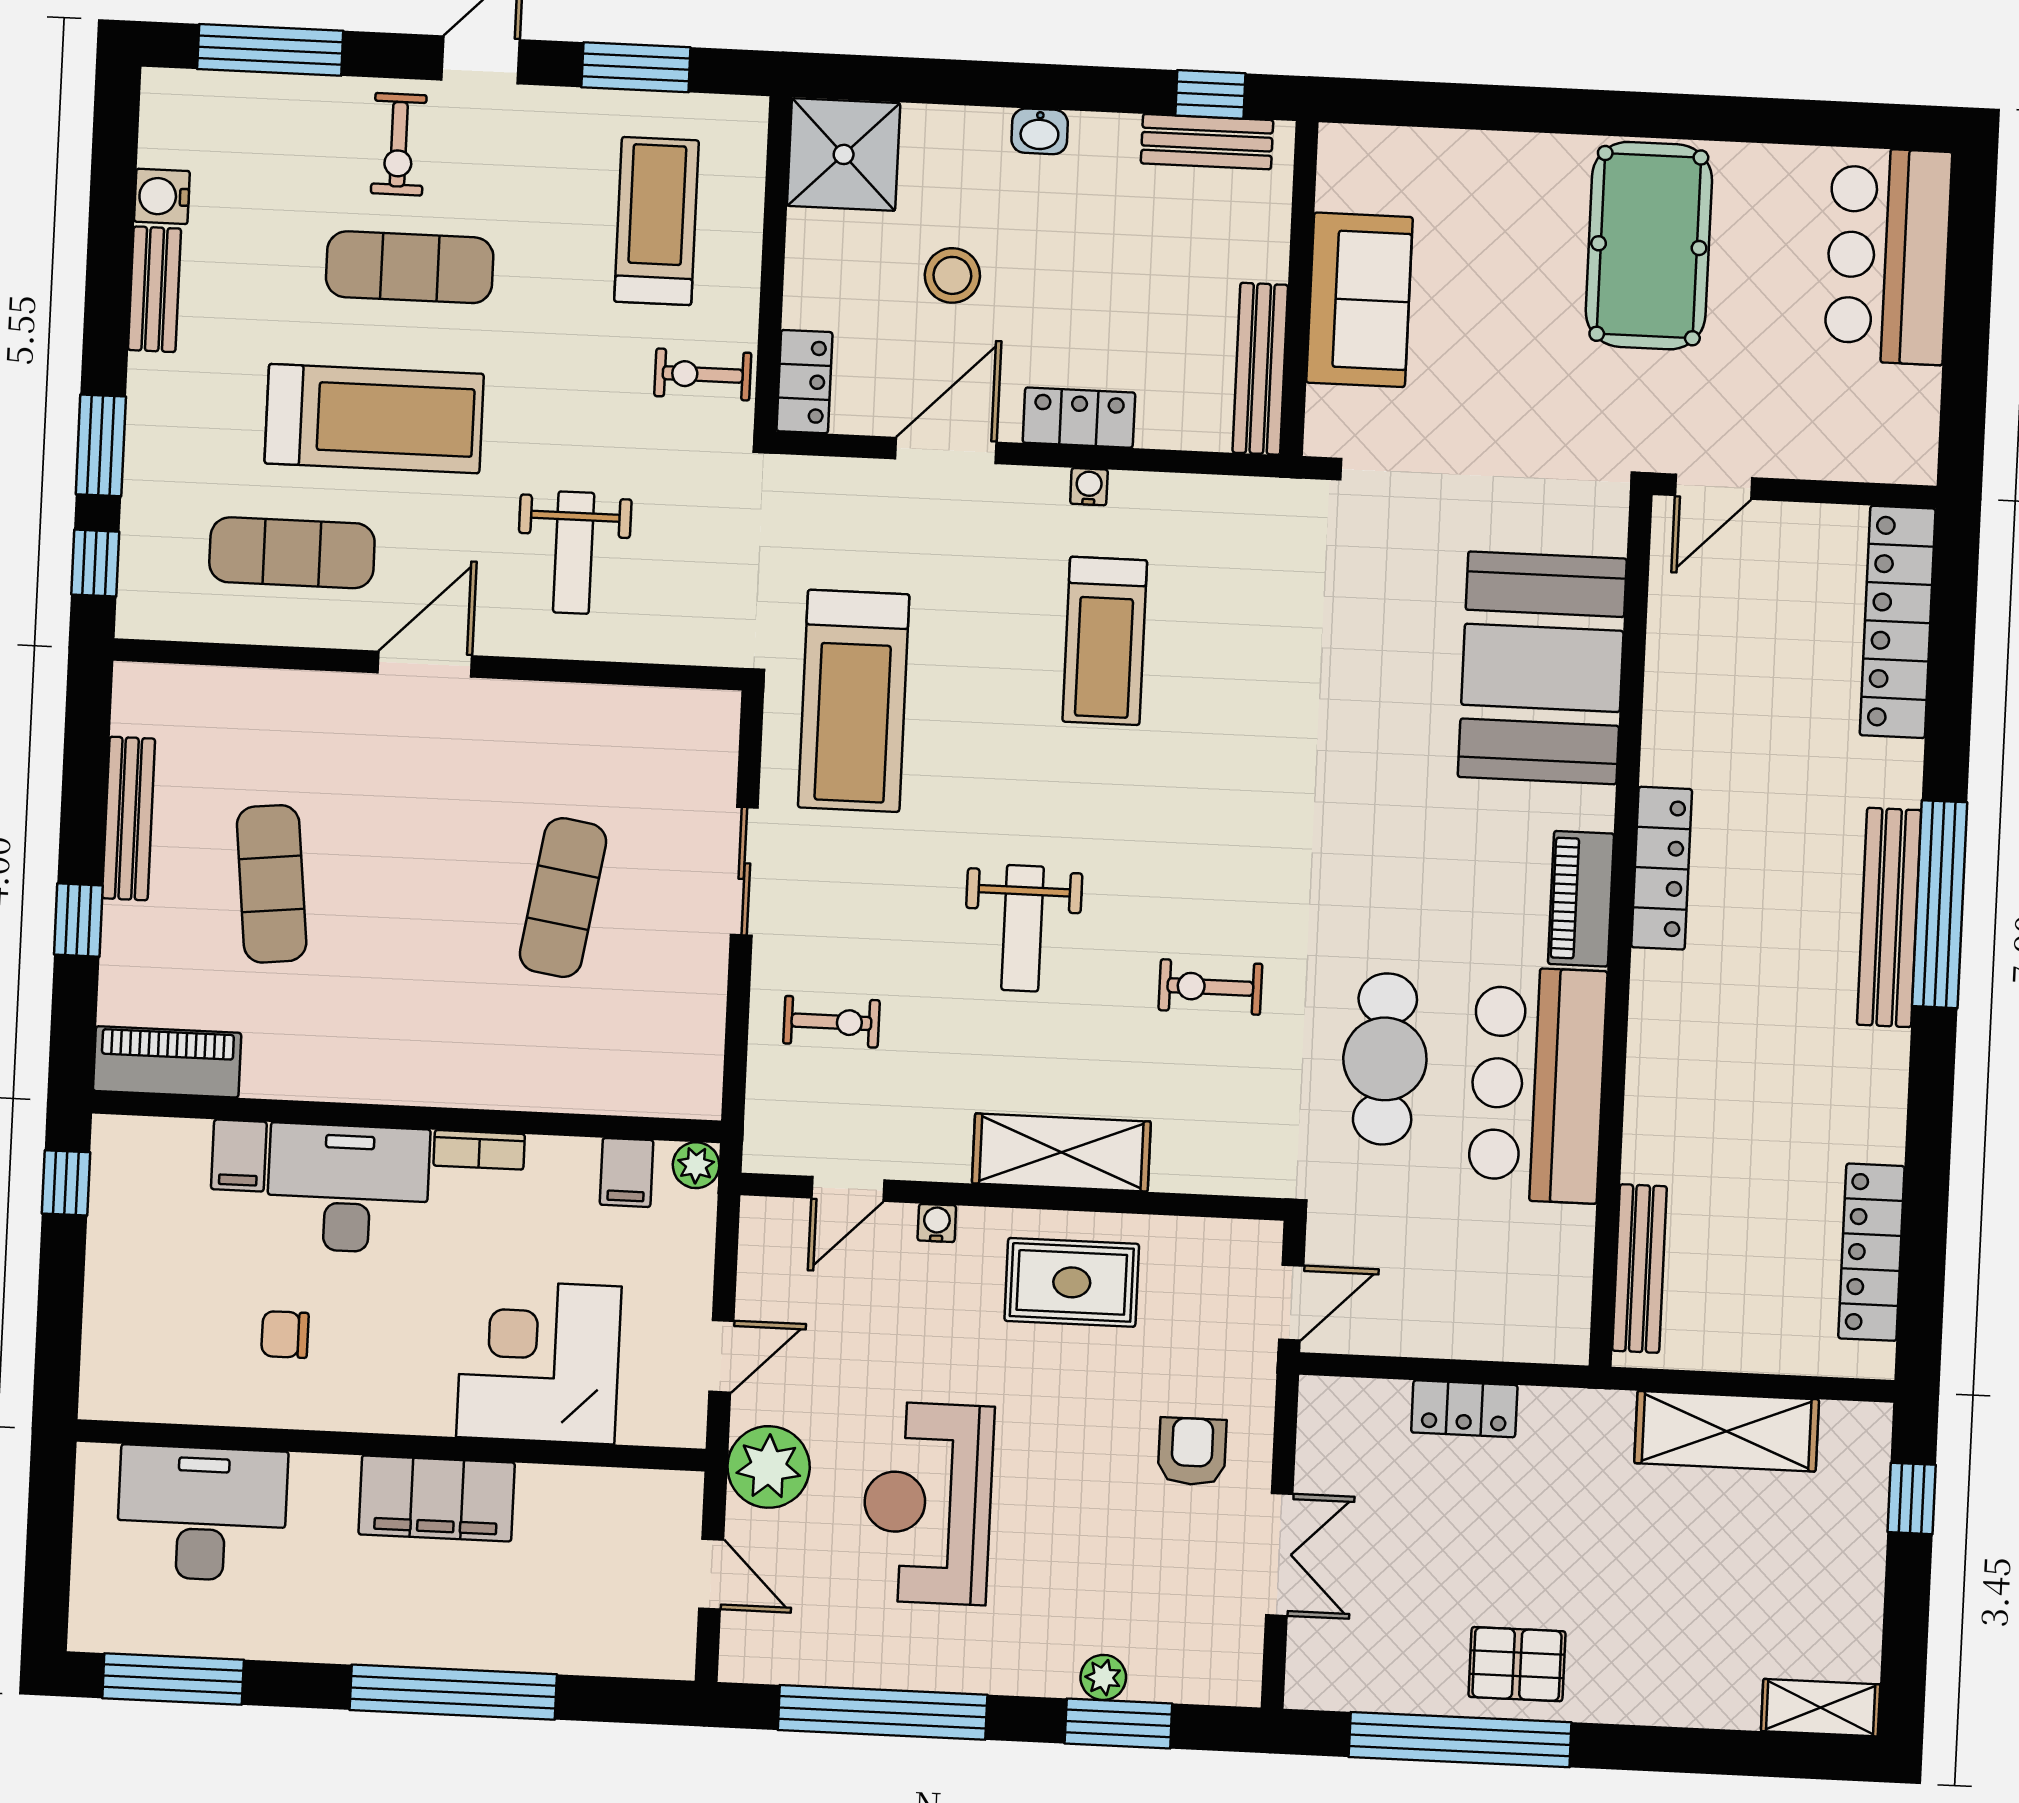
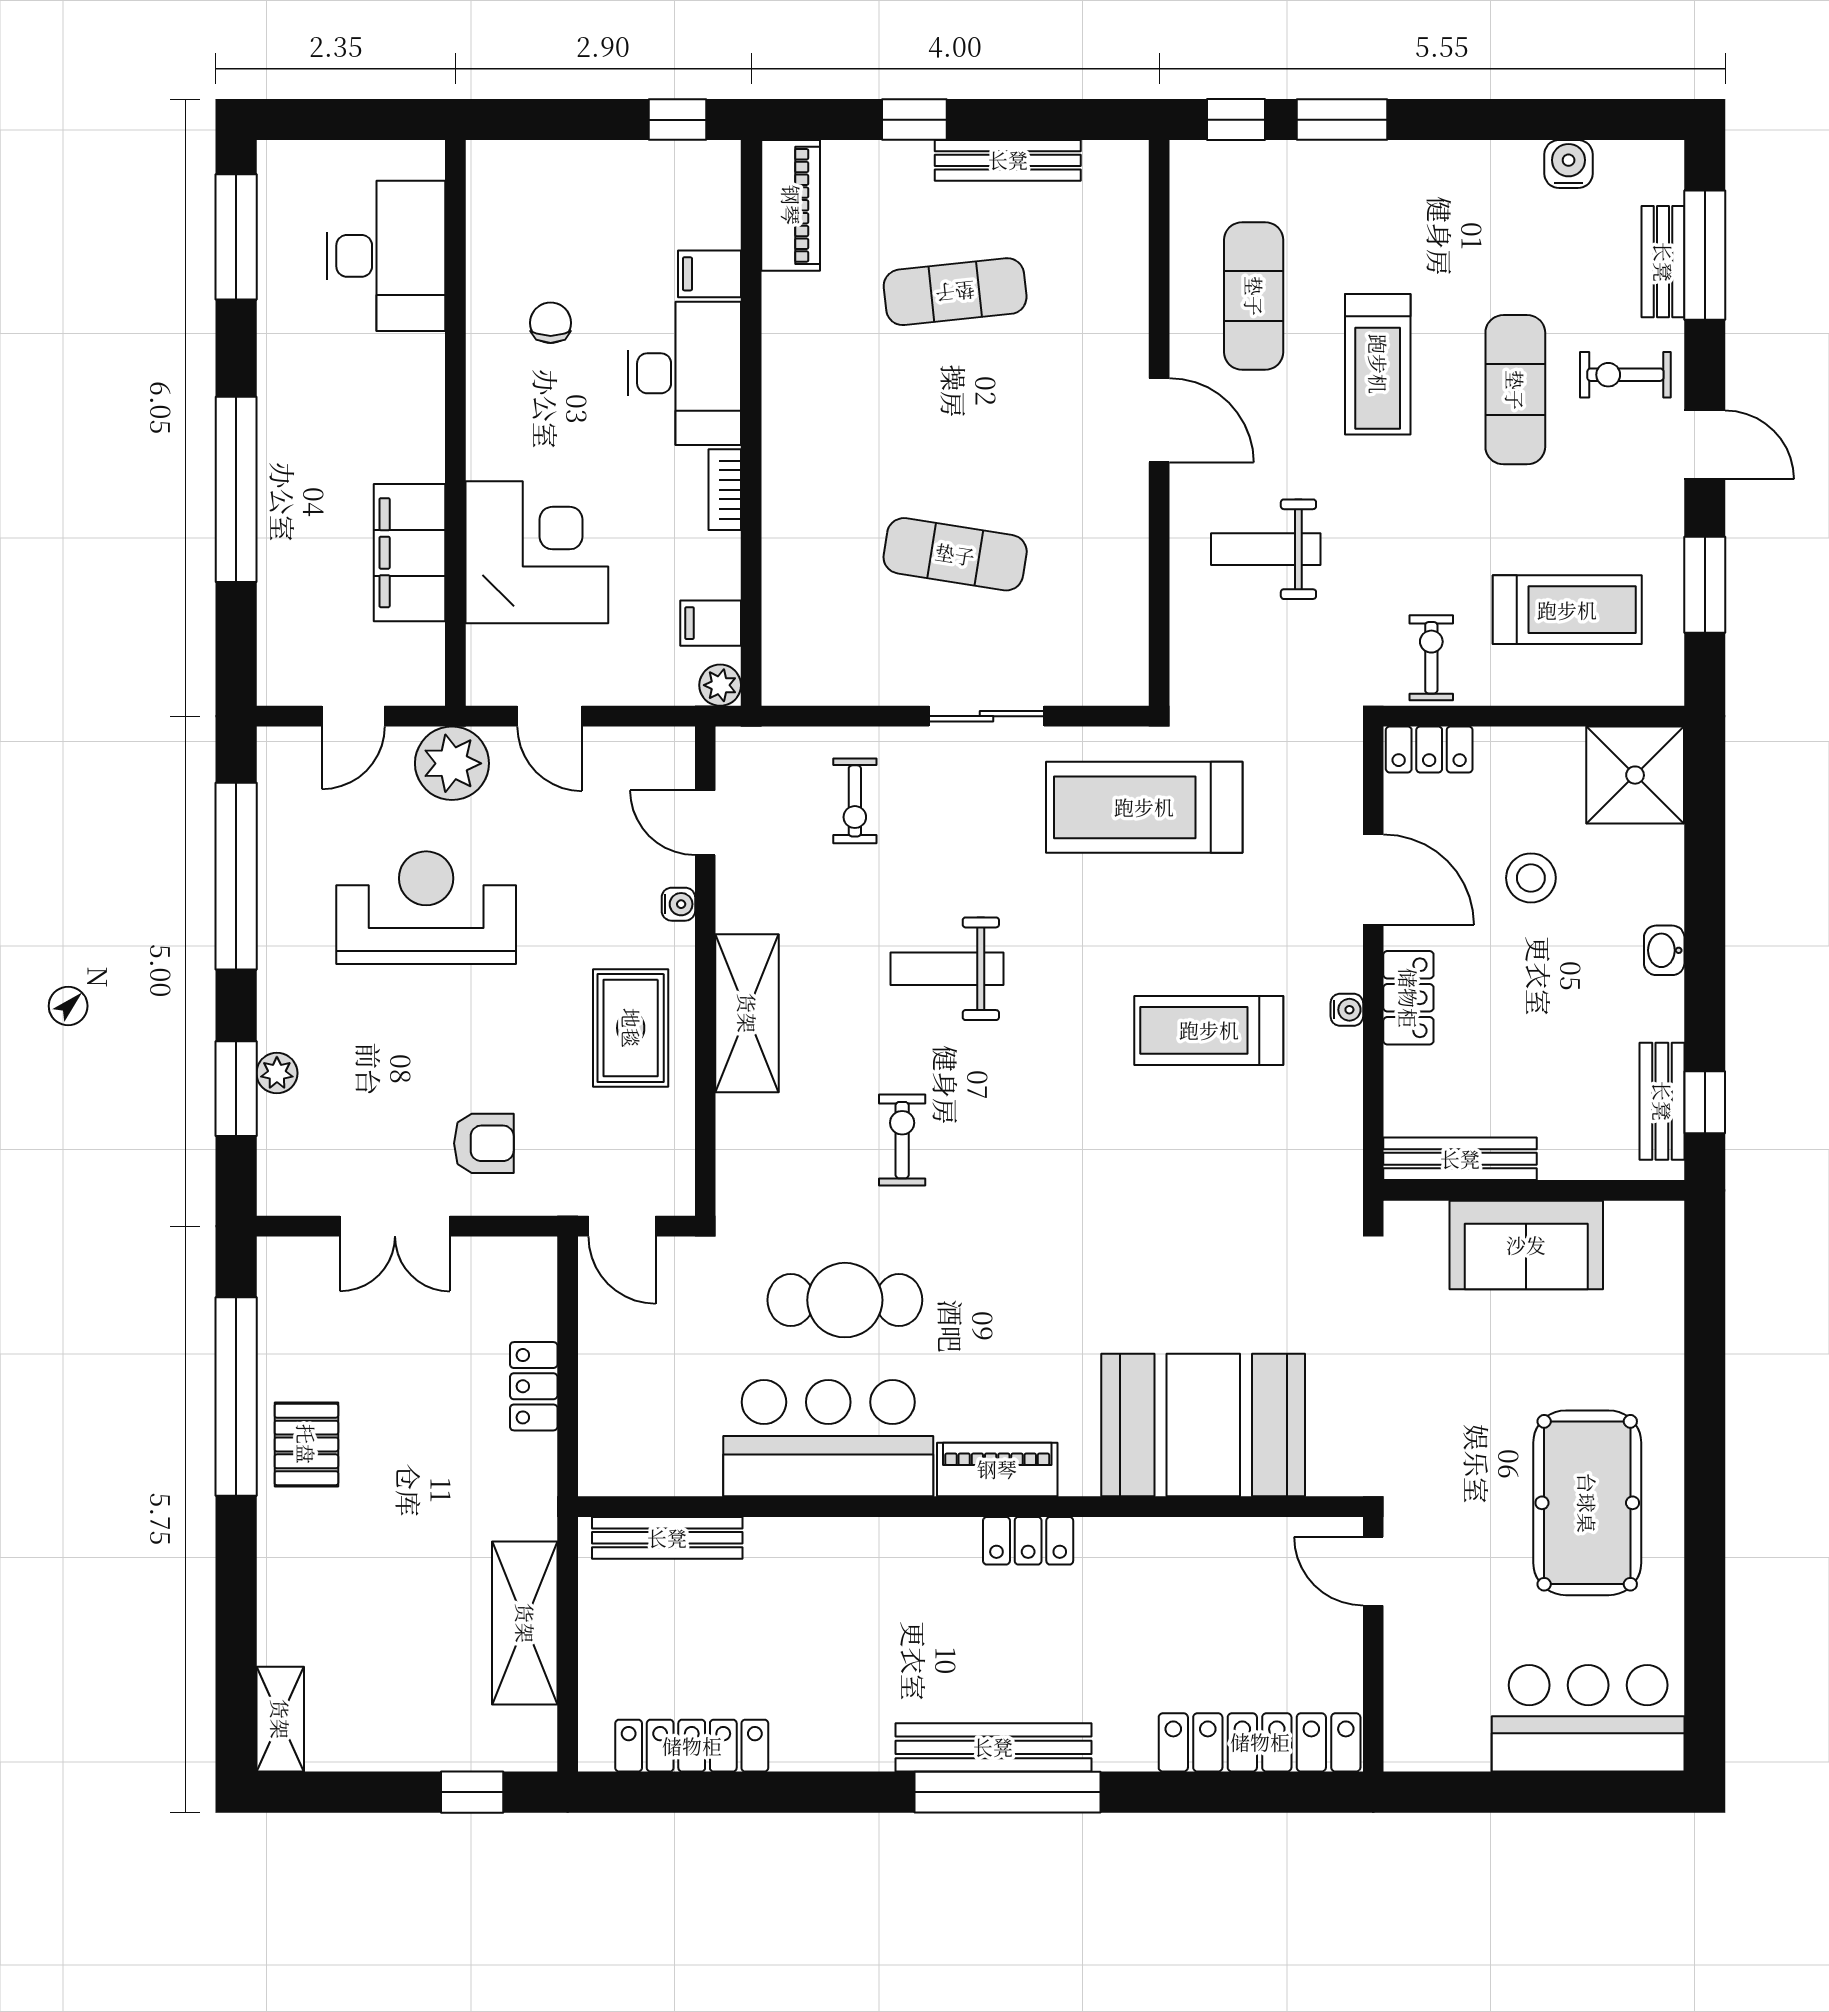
pool table: (1649, 246) -> (1587, 1503), turned 90
bench: (154, 289) -> (1663, 262), moved, turned 90
treadmill: (374, 419) -> (1378, 364), width x0.73, depth x0.73
locker: (1662, 868) -> (1028, 1541), width x0.66
filing cabinet: (437, 1498) -> (410, 553), moved

